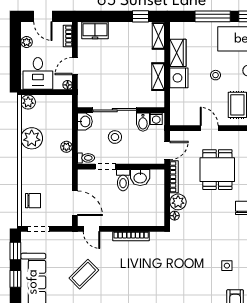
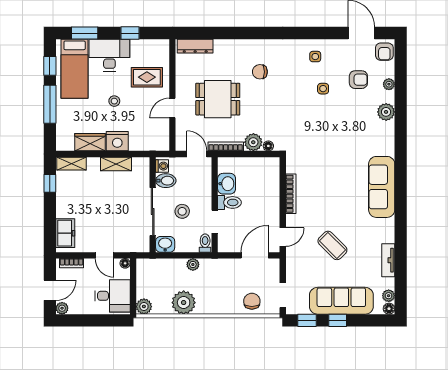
plant: (27, 42) -> (62, 308), moved

